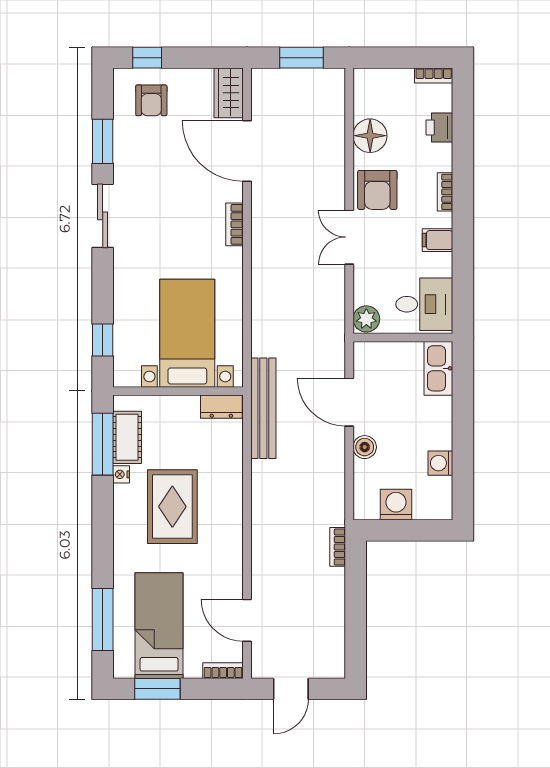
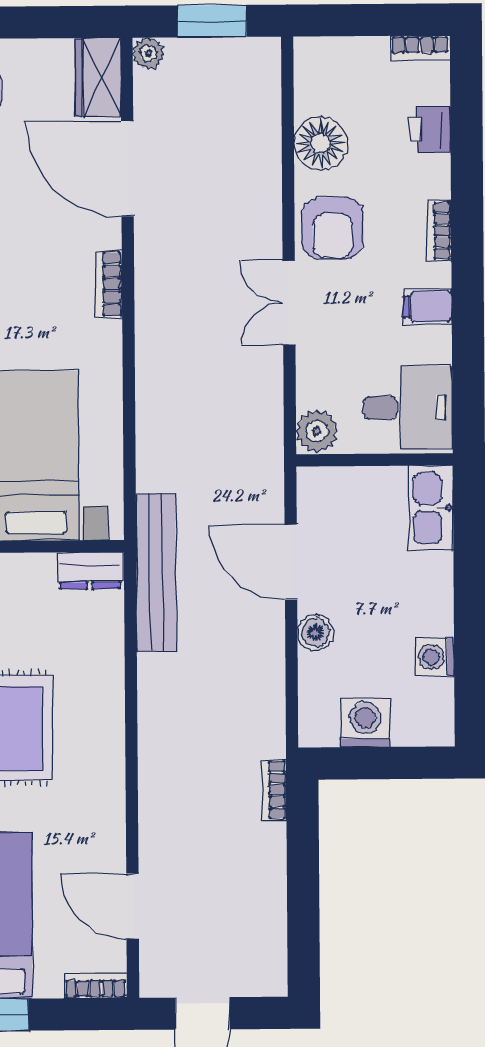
plant: (261, 78) -> (148, 53), added

